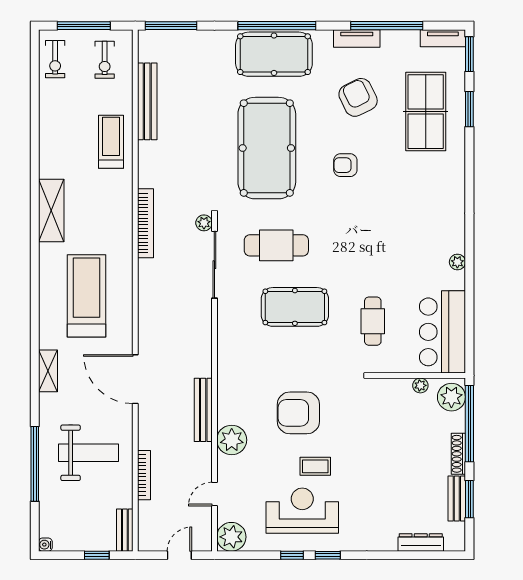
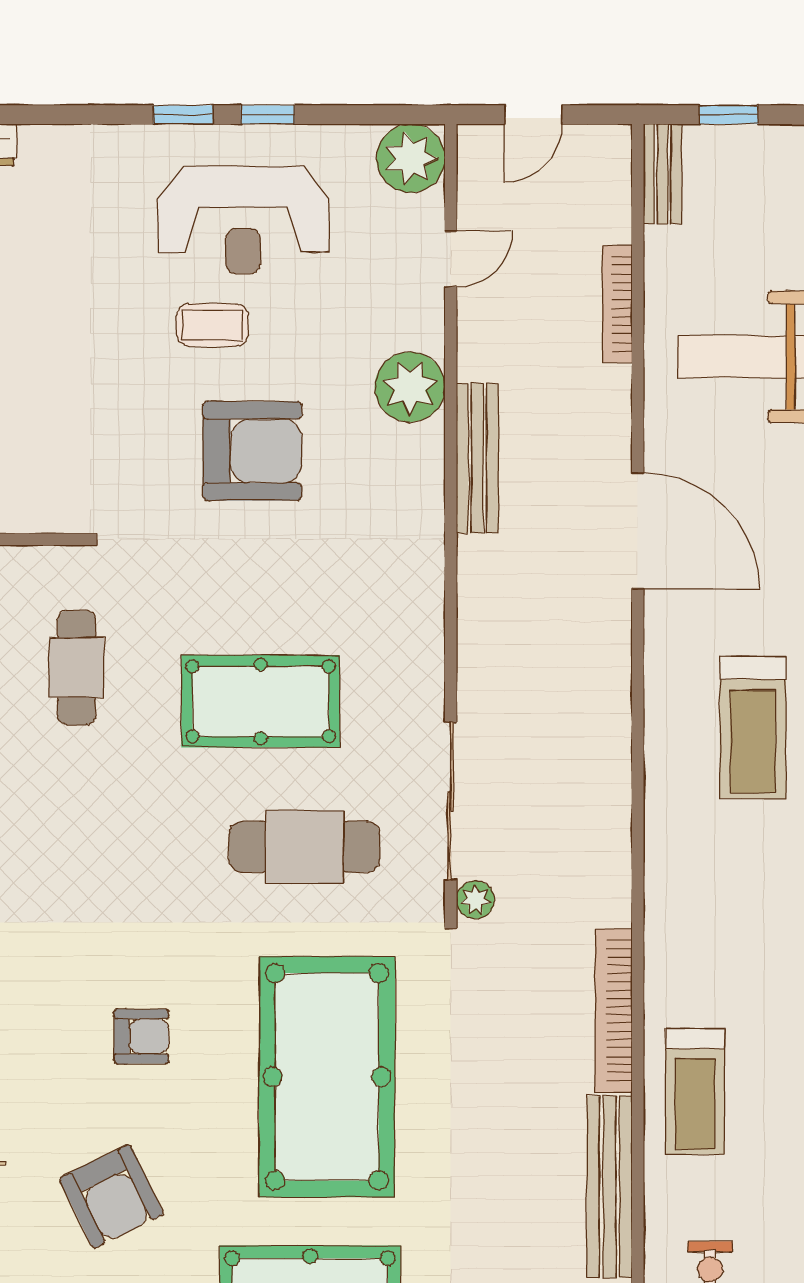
bookcase: (145, 223) -> (614, 1010), moved
treadmill: (87, 296) -> (753, 727), width x0.73, depth x0.73

